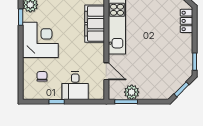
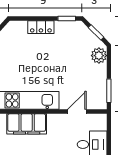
locker: (186, 21) -> (41, 27), moved
plant: (132, 92) -> (99, 56), moved

